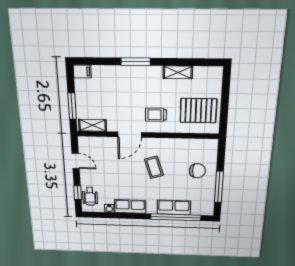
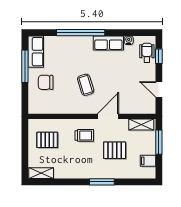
filing cabinet: (82, 71) -> (148, 161), moved
shelving: (178, 72) -> (41, 173), moved
pallet: (121, 98) -> (115, 150), added
pallet: (198, 111) -> (47, 140), width x0.67, depth x0.71
row of seats: (174, 207) -> (36, 52), moved, turned -90
window: (176, 217) -> (81, 33), moved

